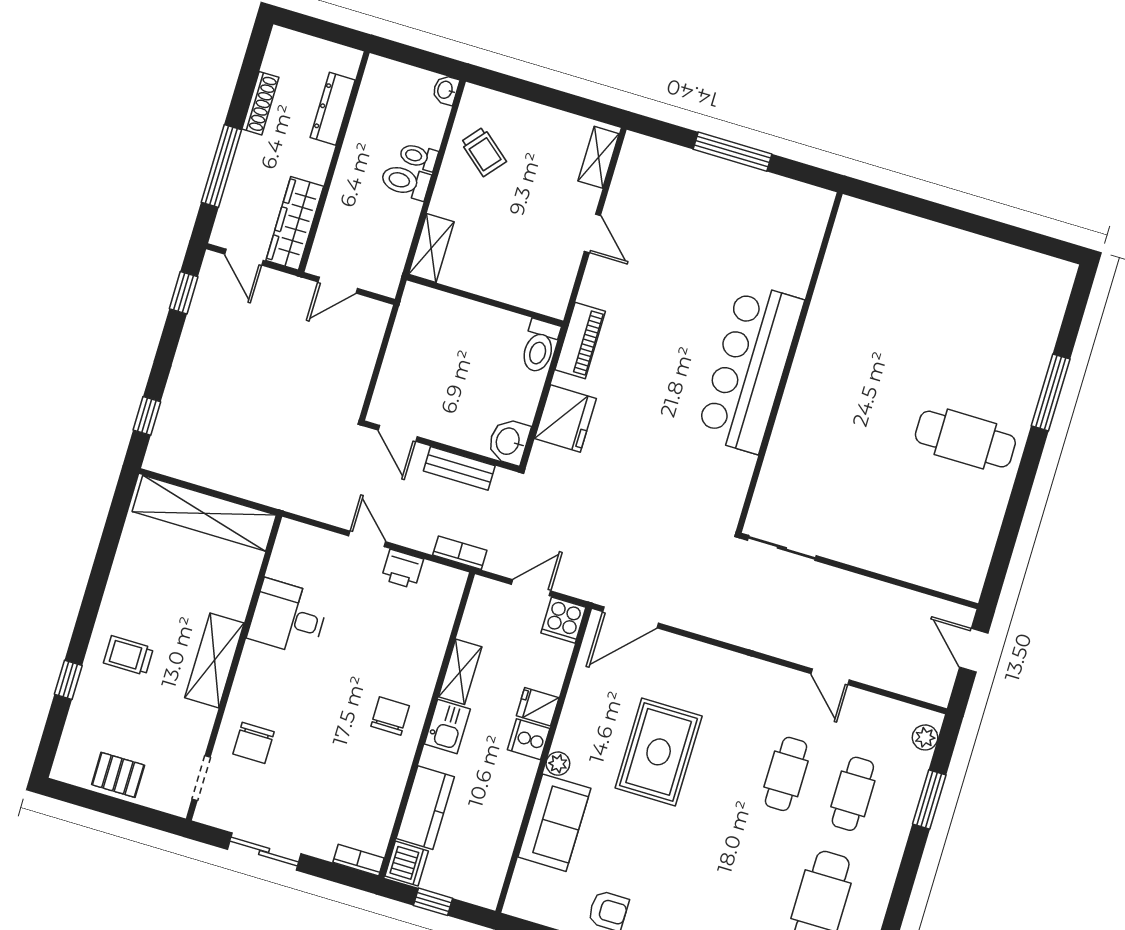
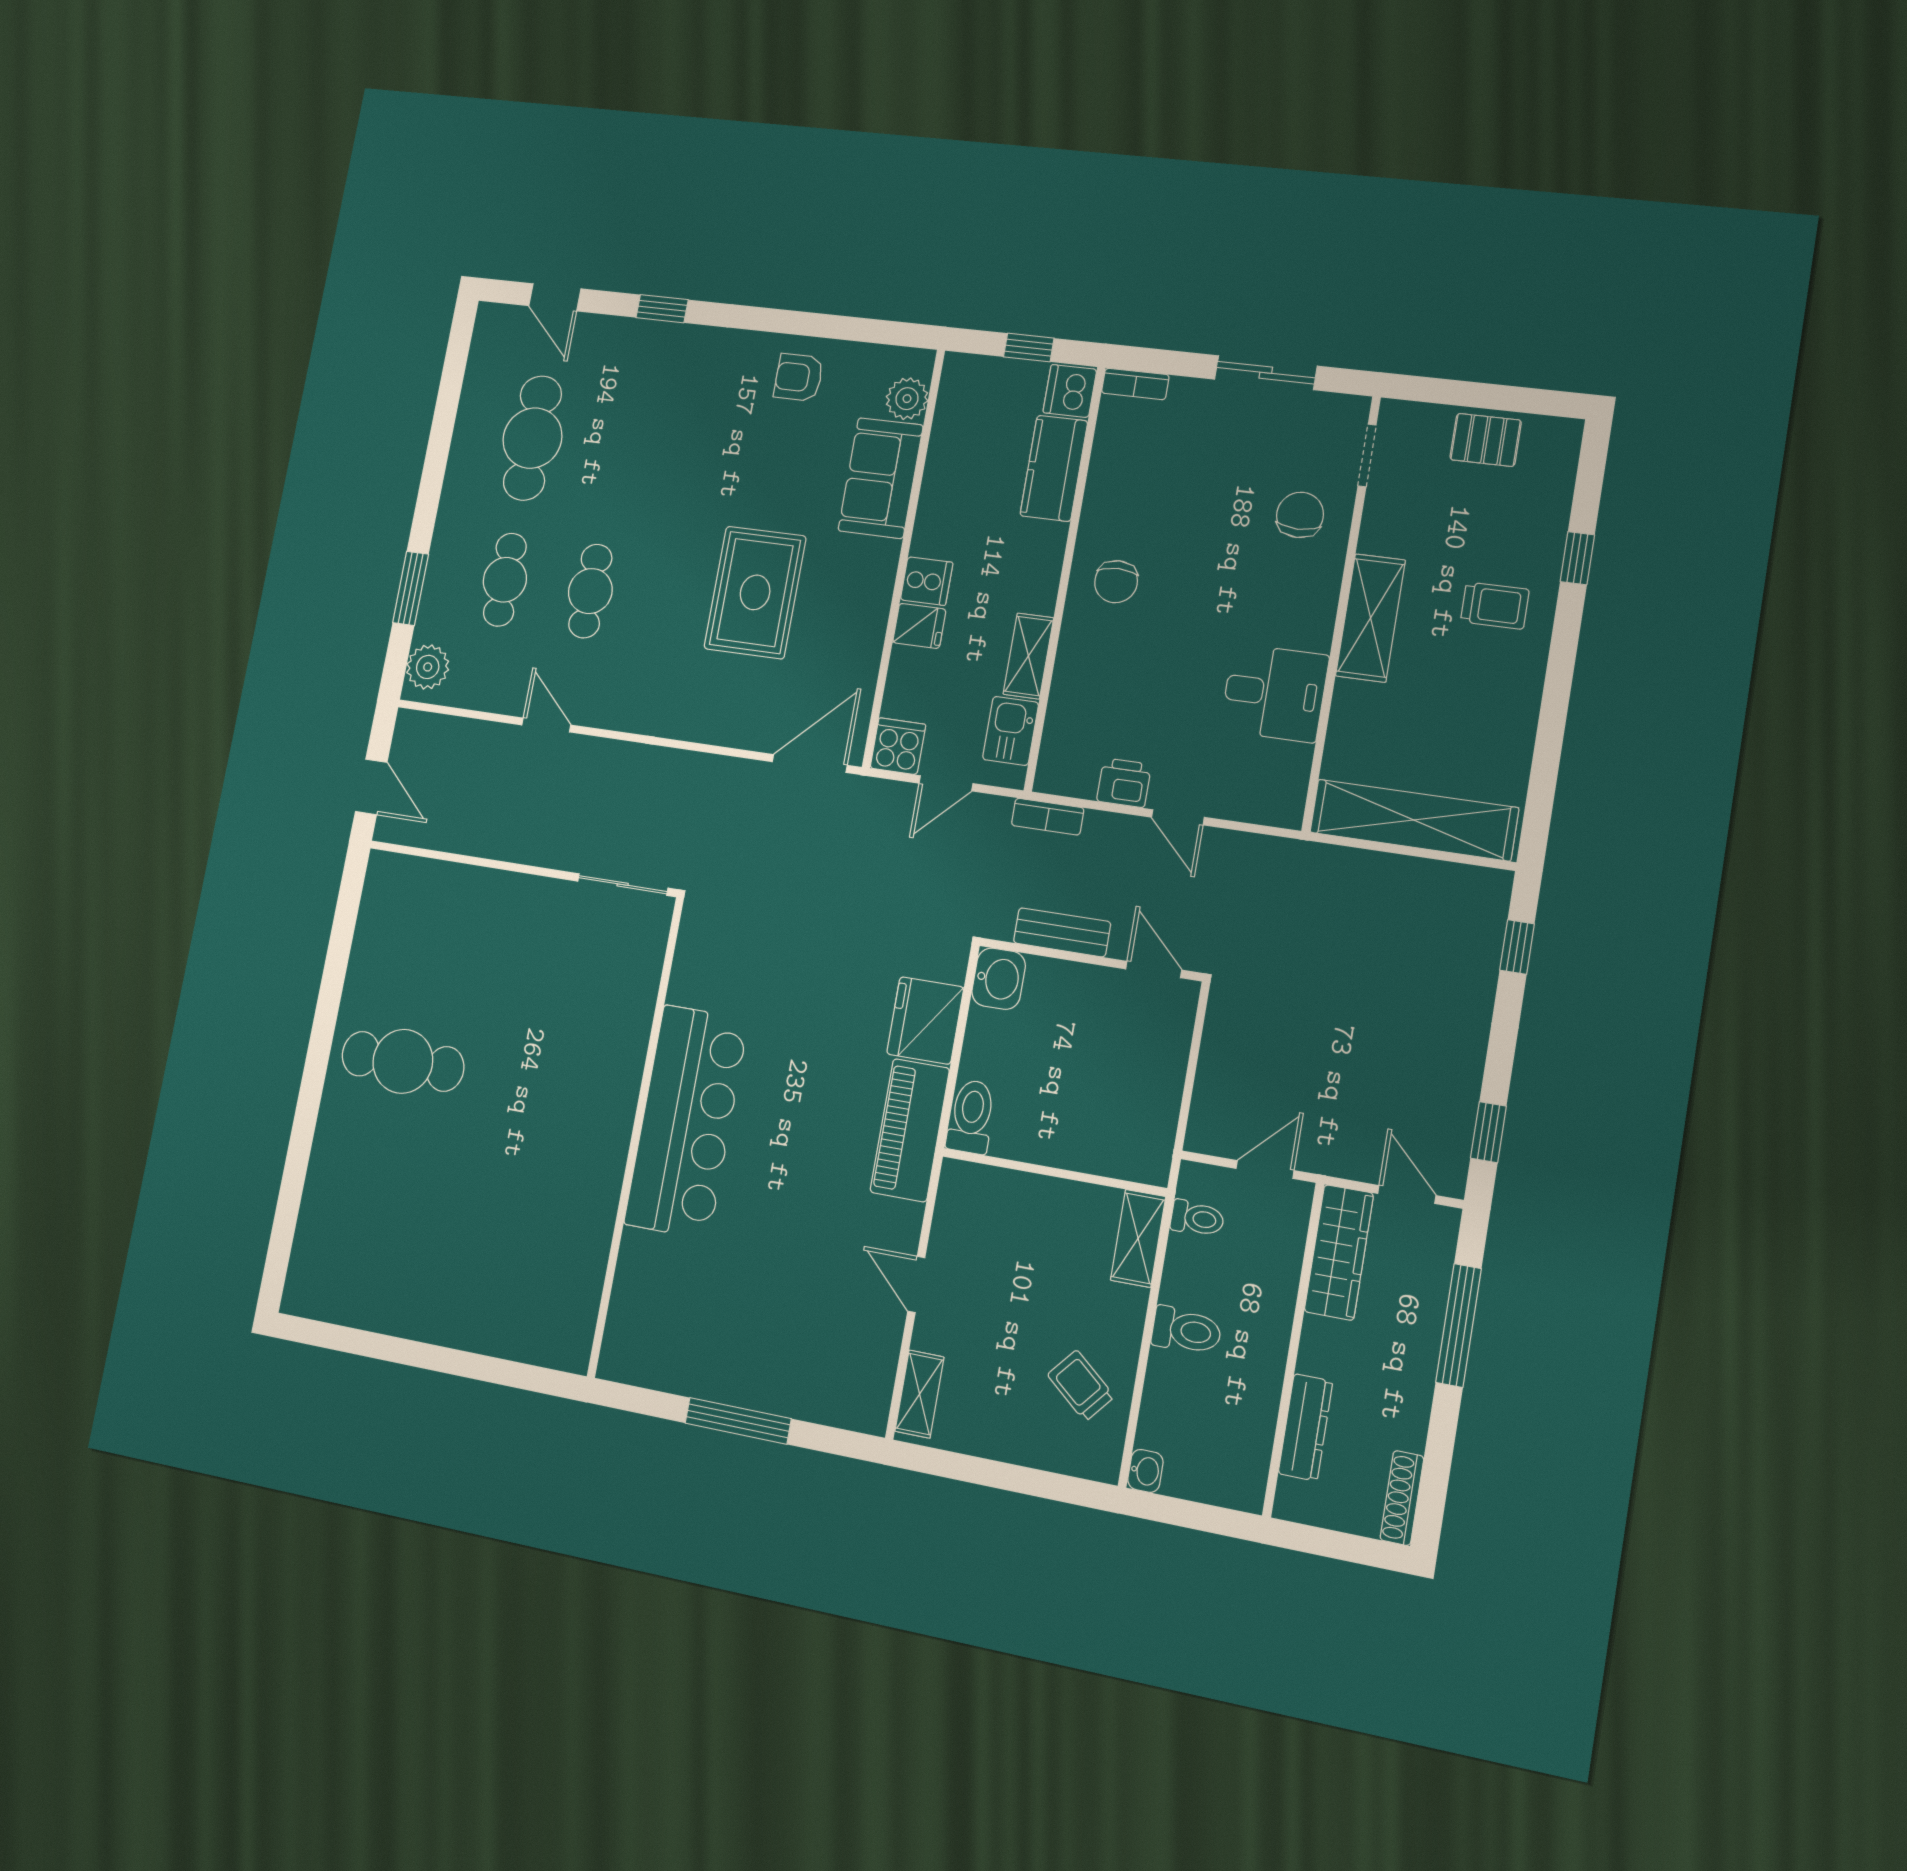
shoe rack: (260, 103) -> (1402, 1498), moved
toilet: (418, 157) -> (1197, 1218), moved
piano: (580, 341) -> (910, 1130), width x1.37, depth x1.33
window: (1051, 392) -> (302, 1137), removed
kitchen sink: (447, 726) -> (1011, 731), moved
plant: (925, 737) -> (428, 667), width x1.38, depth x1.38
plant: (558, 764) -> (907, 399), moved, width x1.38, depth x1.38

